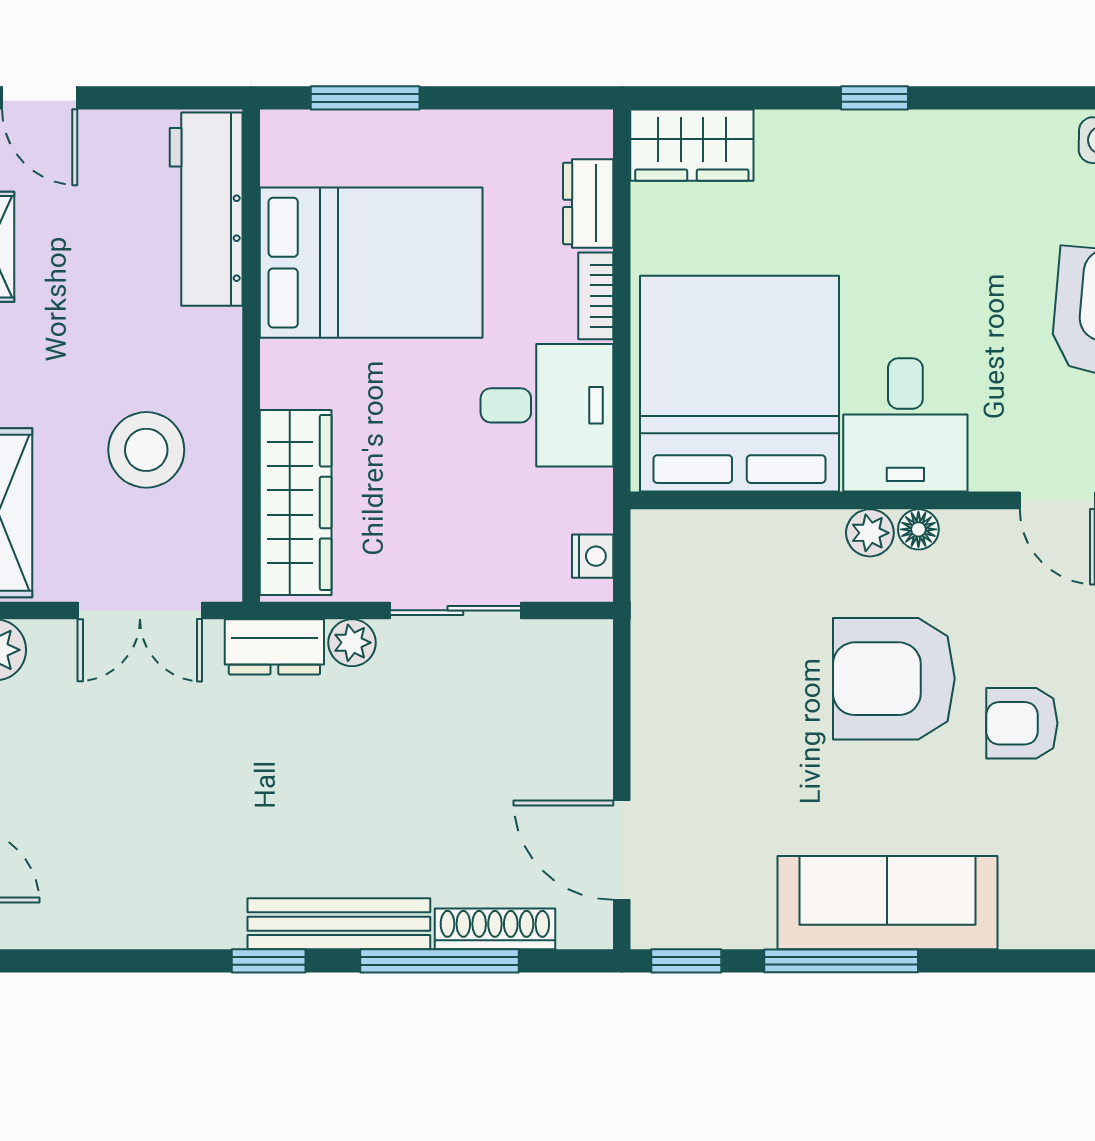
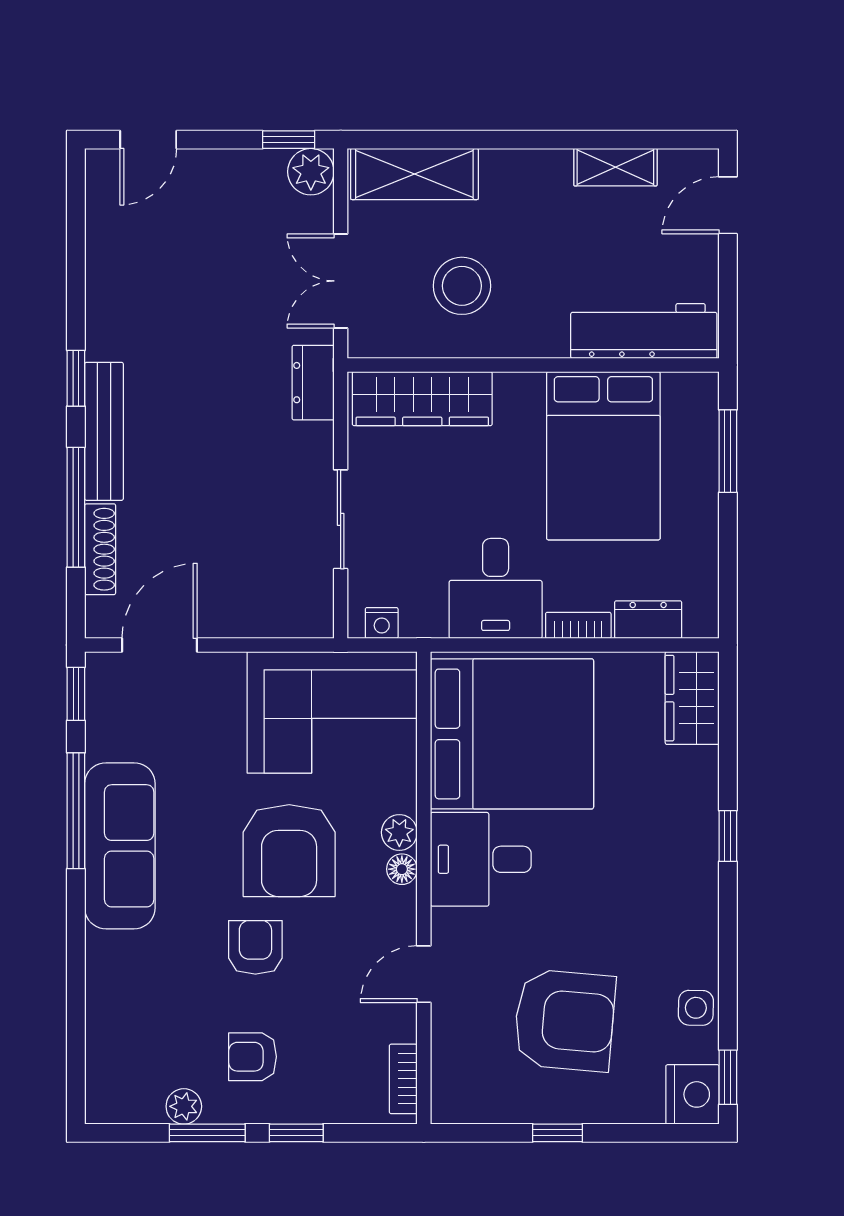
corner sofa: (711, 622) -> (332, 712), added
plant: (352, 643) -> (316, 441), removed
armchair: (894, 679) -> (289, 851), turned 180

